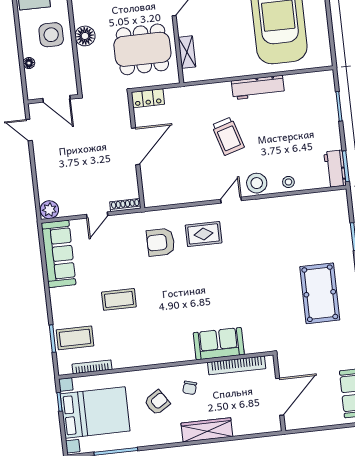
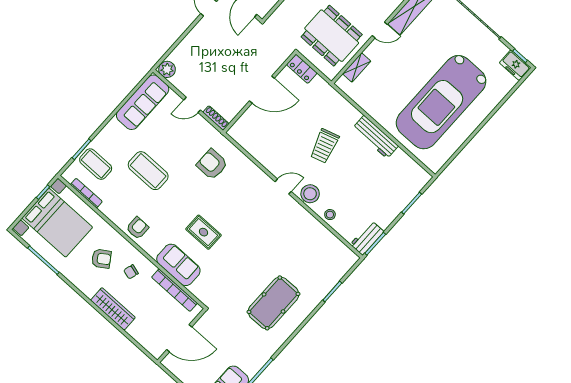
rug: (204, 234) -> (203, 232), moved
coffee table: (119, 299) -> (148, 171), width x1.36, depth x1.32
armchair: (158, 350) -> (137, 228), added

